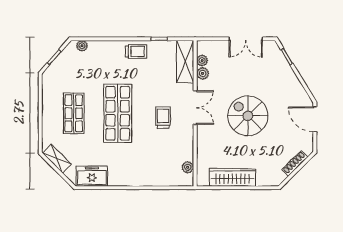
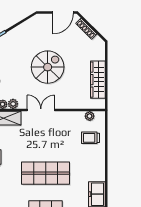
spiral stairs: (248, 116) -> (48, 67), turned 180
trolley: (163, 118) -> (90, 138), moved
door: (315, 119) -> (63, 12), moved

